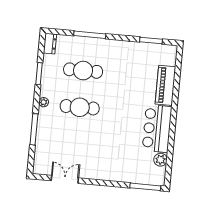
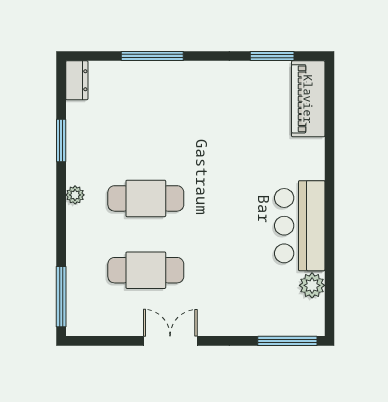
cafe table: (83, 71) -> (146, 270), moved
piano: (165, 85) -> (308, 99), moved
window: (34, 129) -> (61, 297), moved
double door: (65, 179) -> (170, 341), moved

